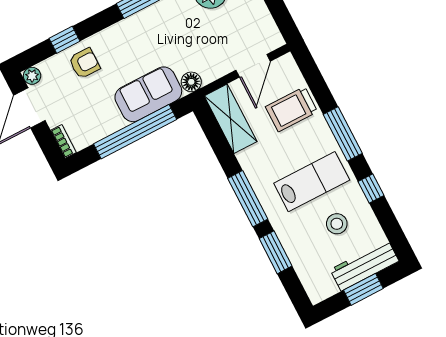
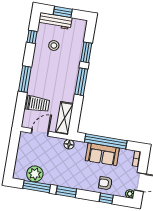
sofa: (148, 94) -> (102, 154), moved
lab bench: (312, 182) -> (51, 69), removed
window: (371, 189) -> (32, 37), moved

